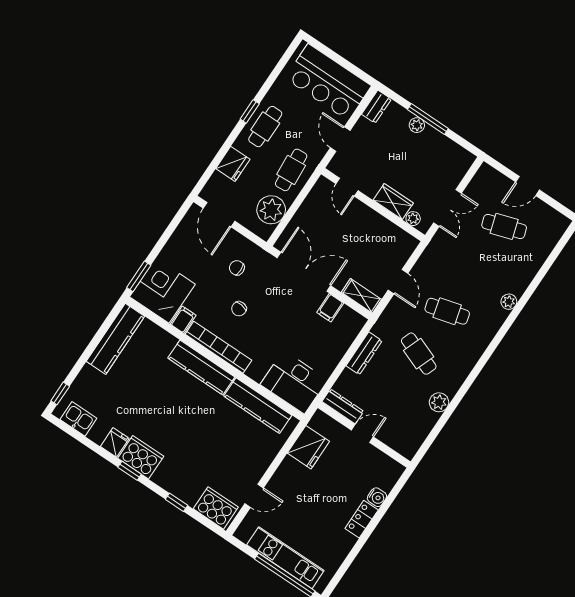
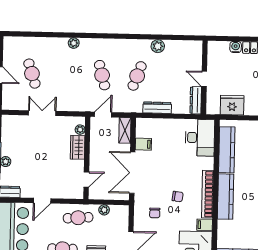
door: (347, 187) -> (86, 179), moved
wardrobe: (393, 202) -> (78, 147), moved
wall: (373, 205) -> (87, 158), moved
plant: (271, 210) -> (104, 210), width x0.53, depth x0.53
plant: (413, 219) -> (80, 130), moved

